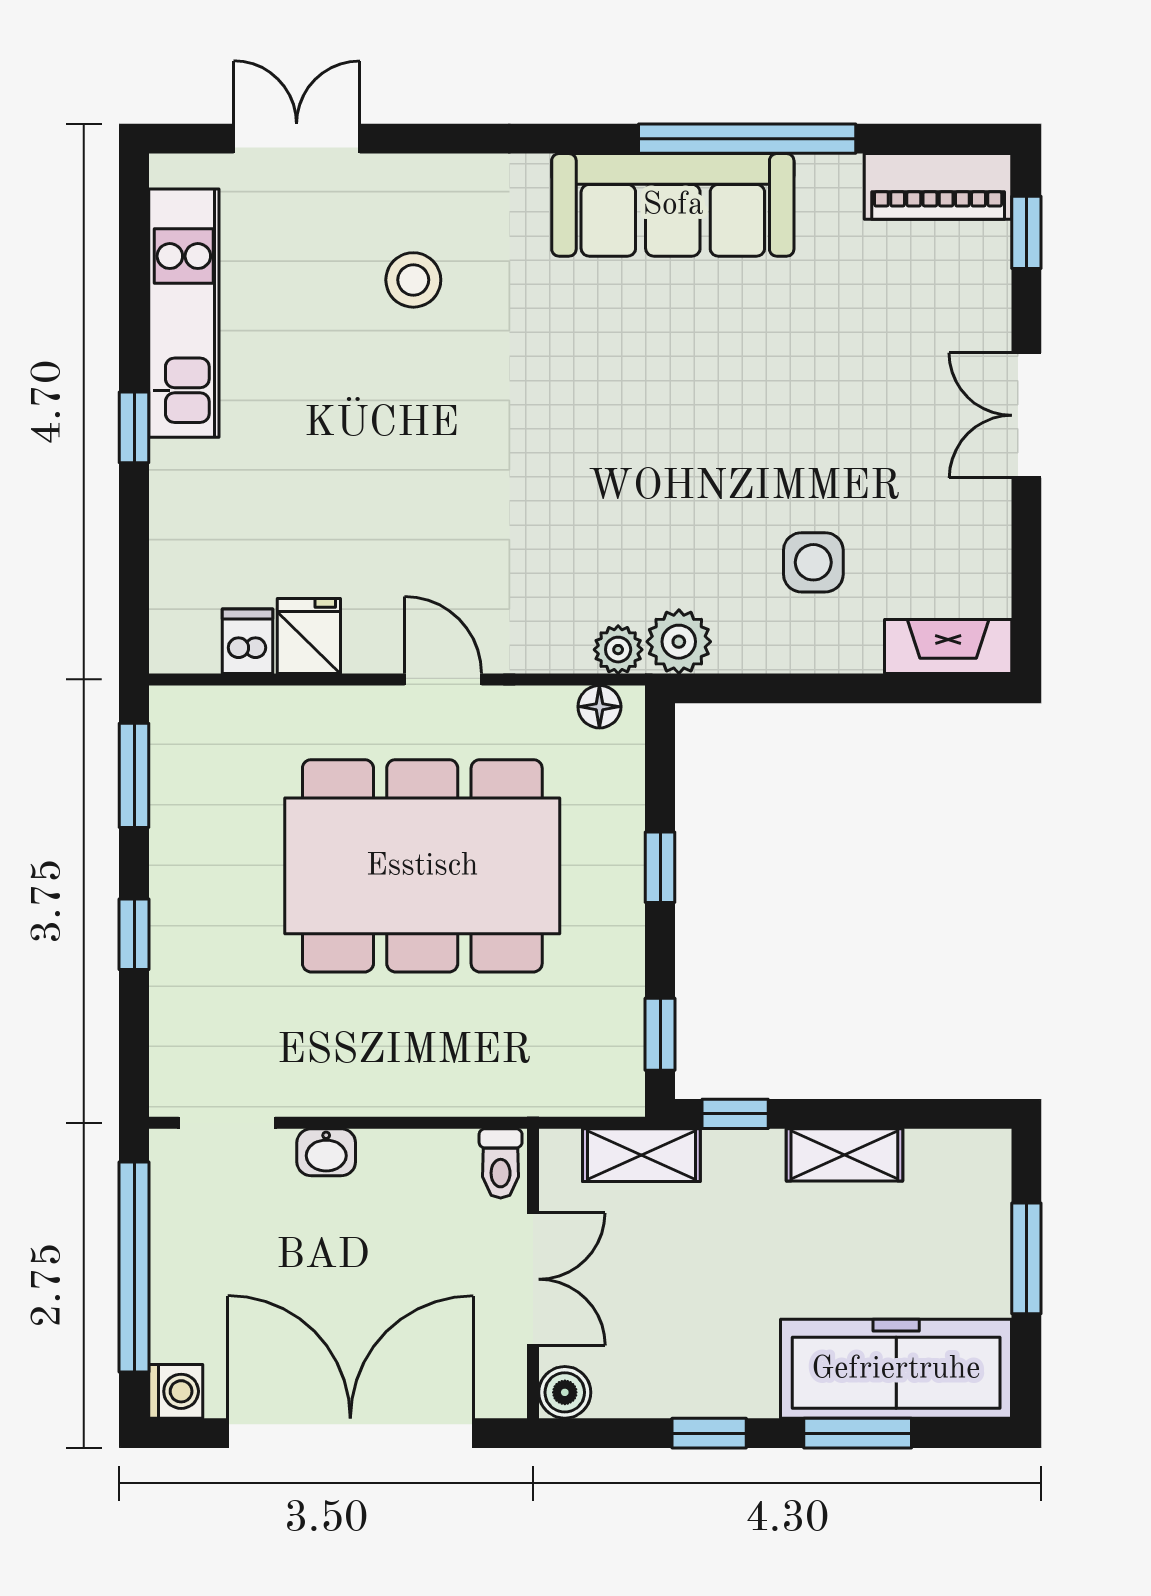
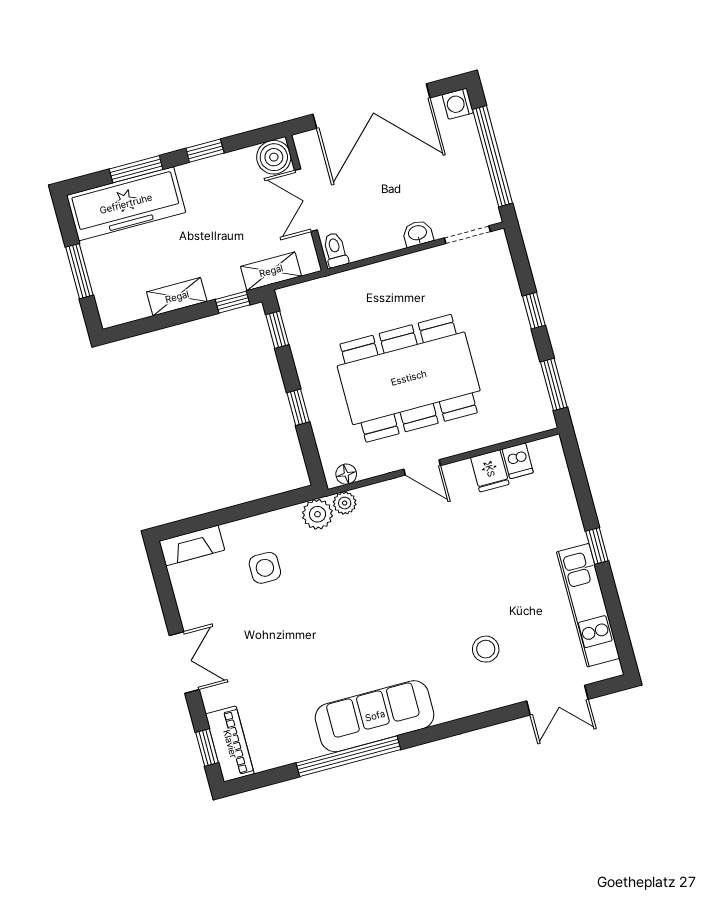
piano: (938, 186) -> (230, 744), moved, turned 90
boiler: (565, 1392) -> (274, 157), width x1.36, depth x1.36

